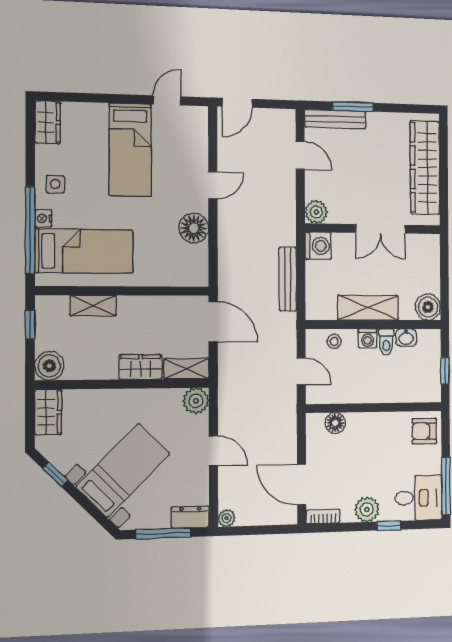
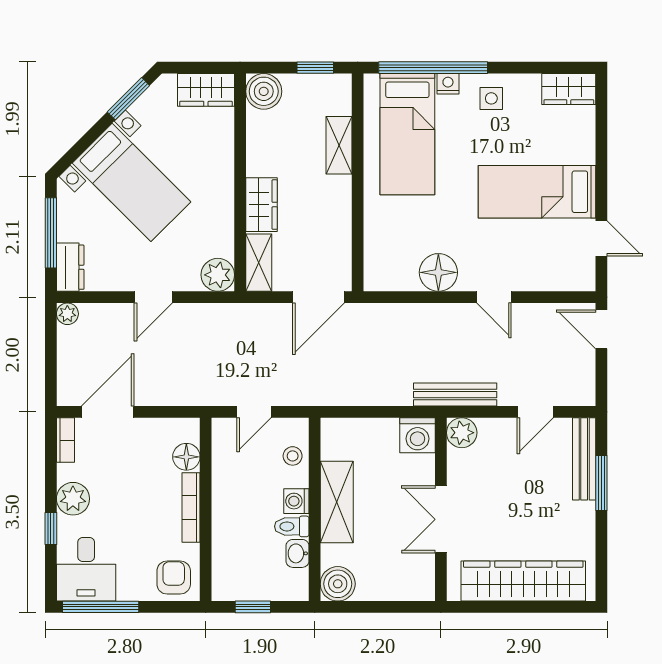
bench: (288, 279) -> (455, 395), moved
bookcase: (373, 419) -> (191, 507), added
window: (55, 474) -> (128, 99), width x1.50

